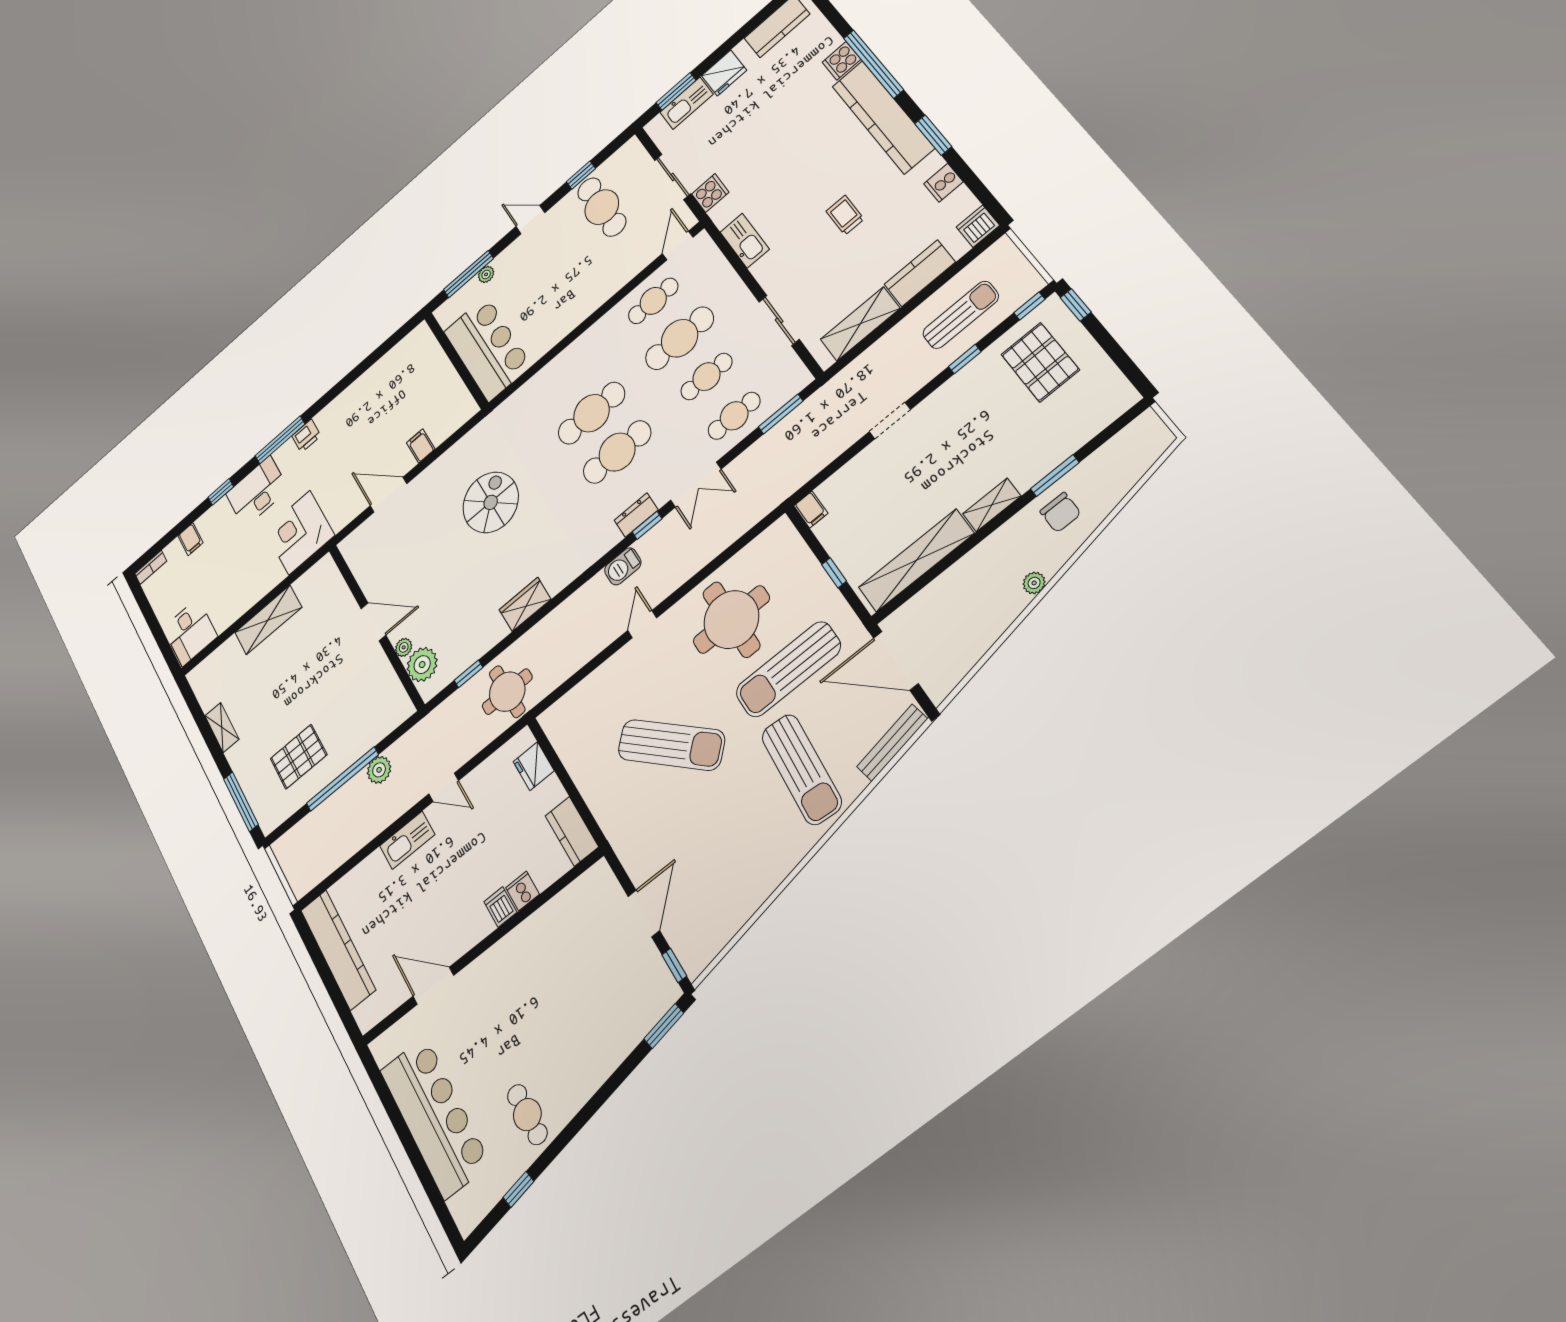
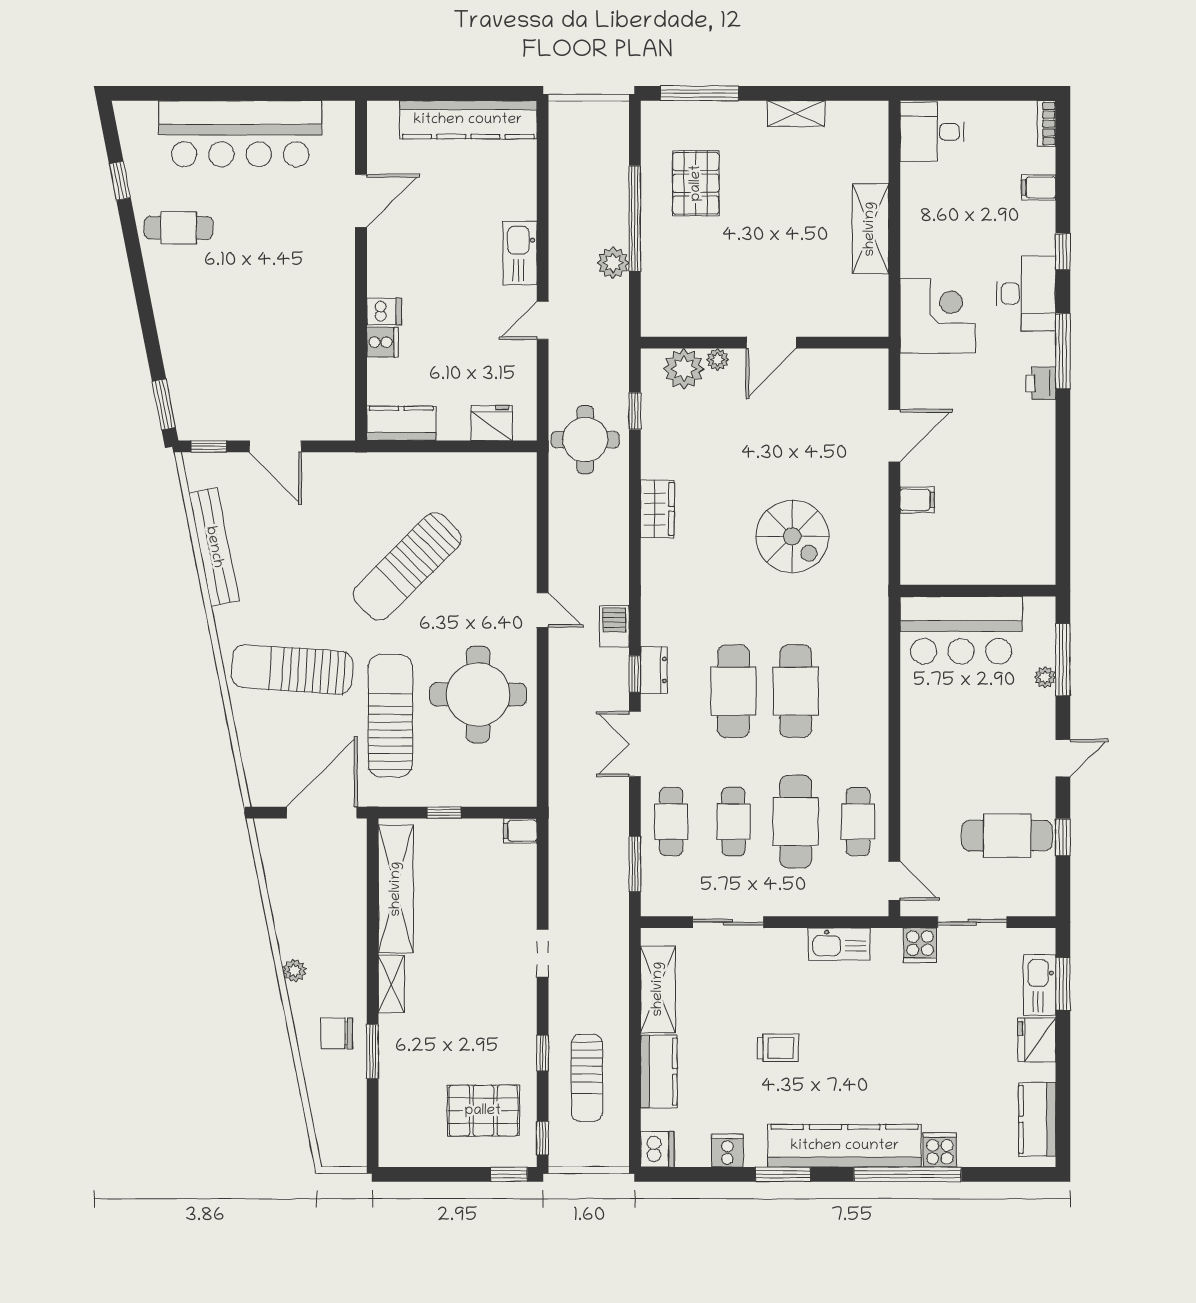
bench: (892, 743) -> (214, 547), moved, width x1.37, depth x1.21

